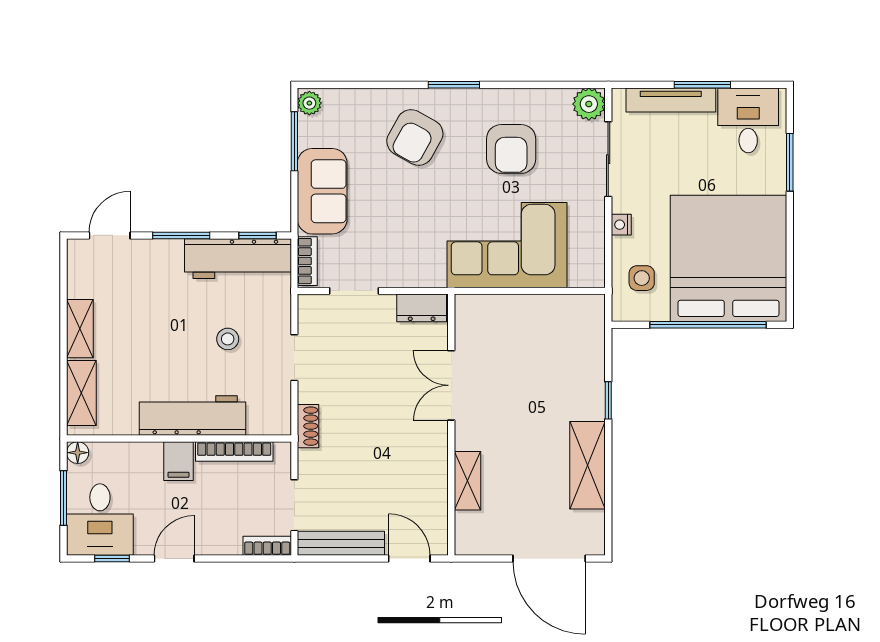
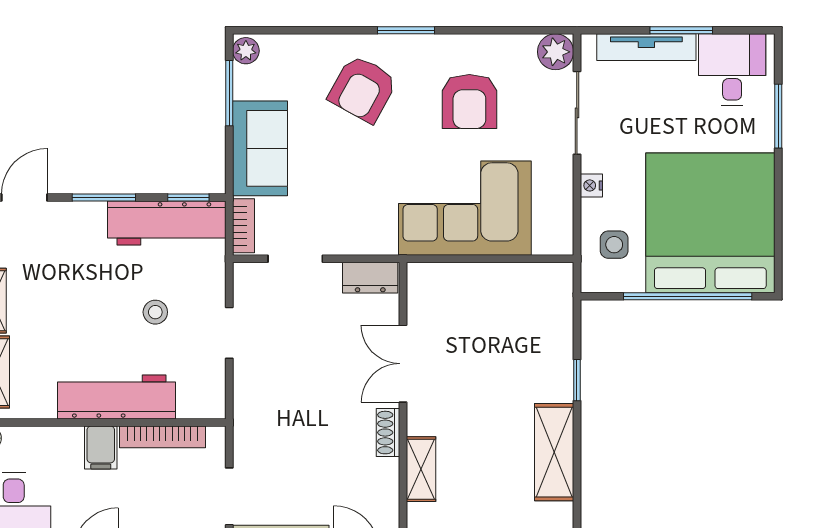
shoe rack: (308, 426) -> (388, 433), moved, turned 180

